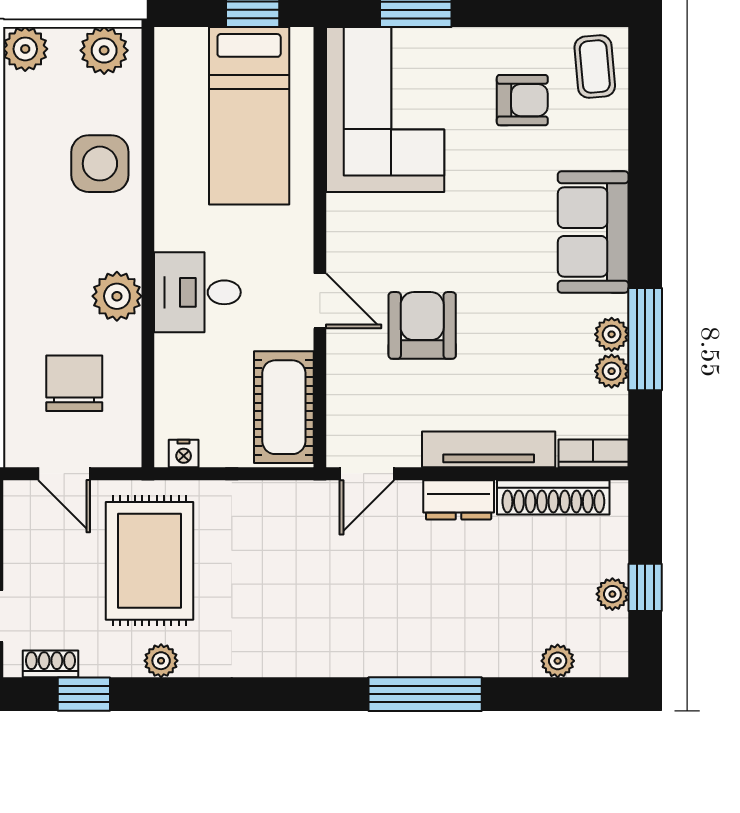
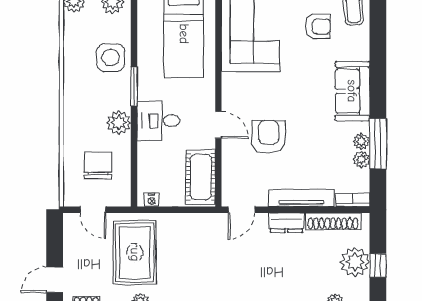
window: (148, 223) -> (134, 86), added
plant: (612, 594) -> (355, 262), width x1.88, depth x1.88

